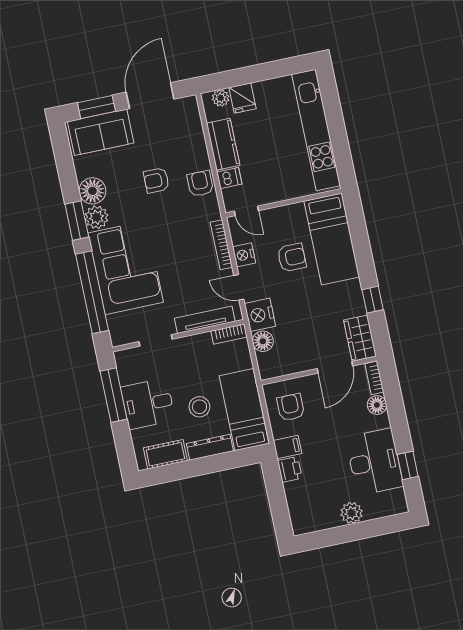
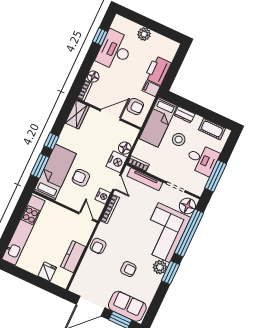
plant: (221, 98) -> (58, 280), removed
dishwasher: (229, 178) -> (82, 238), removed
armchair: (156, 180) -> (128, 269), moved
floor lamp: (92, 191) -> (187, 206), moved
window: (358, 232) -> (40, 166), added
window: (373, 300) -> (51, 141), moved
door: (335, 367) -> (110, 115), moved
armchair: (291, 407) -> (135, 107), turned -90
dresser: (210, 447) -> (185, 115), width x0.70
printer: (290, 469) -> (158, 70), width x1.87, depth x1.48

